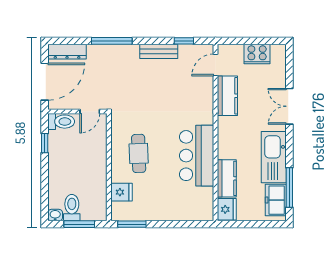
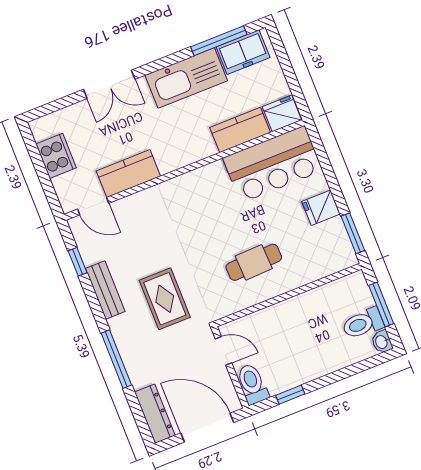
rug: (138, 87) -> (165, 299), added
bar counter: (197, 156) -> (273, 164), moved
fridge: (122, 192) -> (321, 208), moved, turned -90

